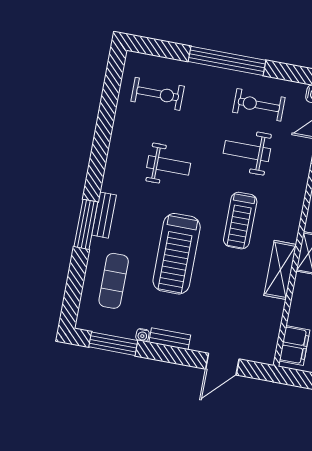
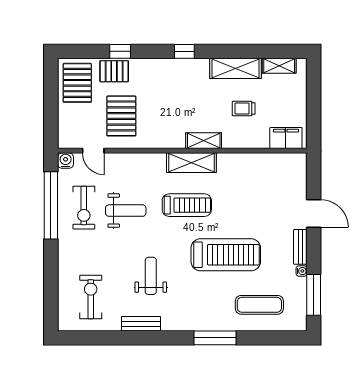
window: (227, 61) -> (51, 205), moved
weight bench: (247, 151) -> (126, 211), turned -90
bench: (104, 215) -> (141, 324), moved
shelving: (280, 270) -> (191, 163), moved
door: (222, 364) -> (314, 214), moved

